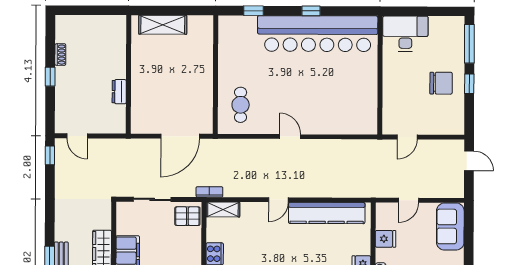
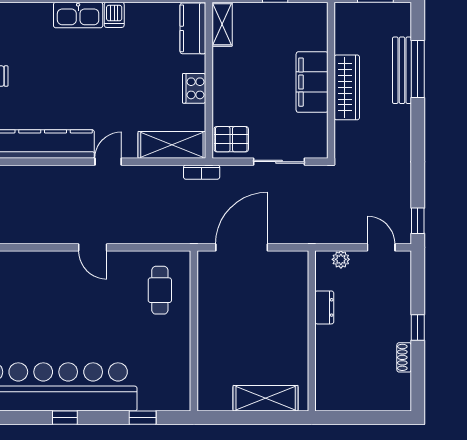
plant: (107, 127) -> (341, 259), added
shelving: (223, 209) -> (172, 145), width x1.50, depth x1.33

